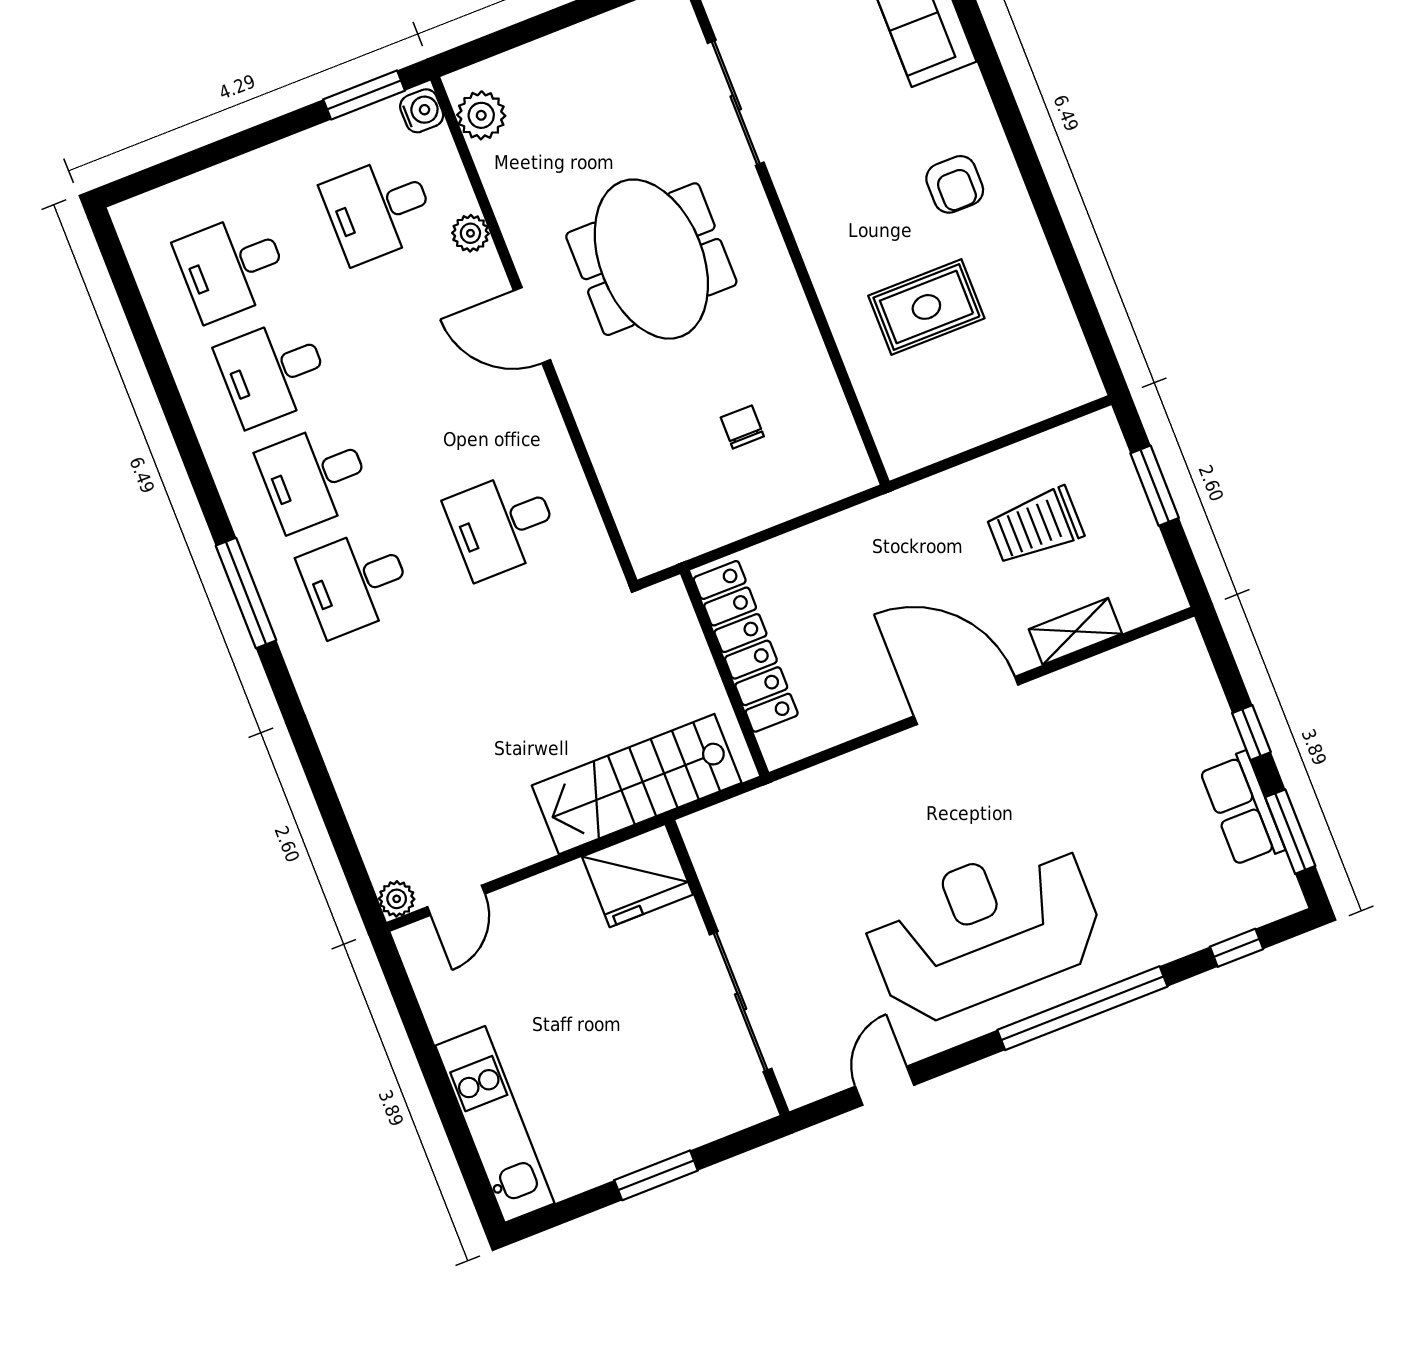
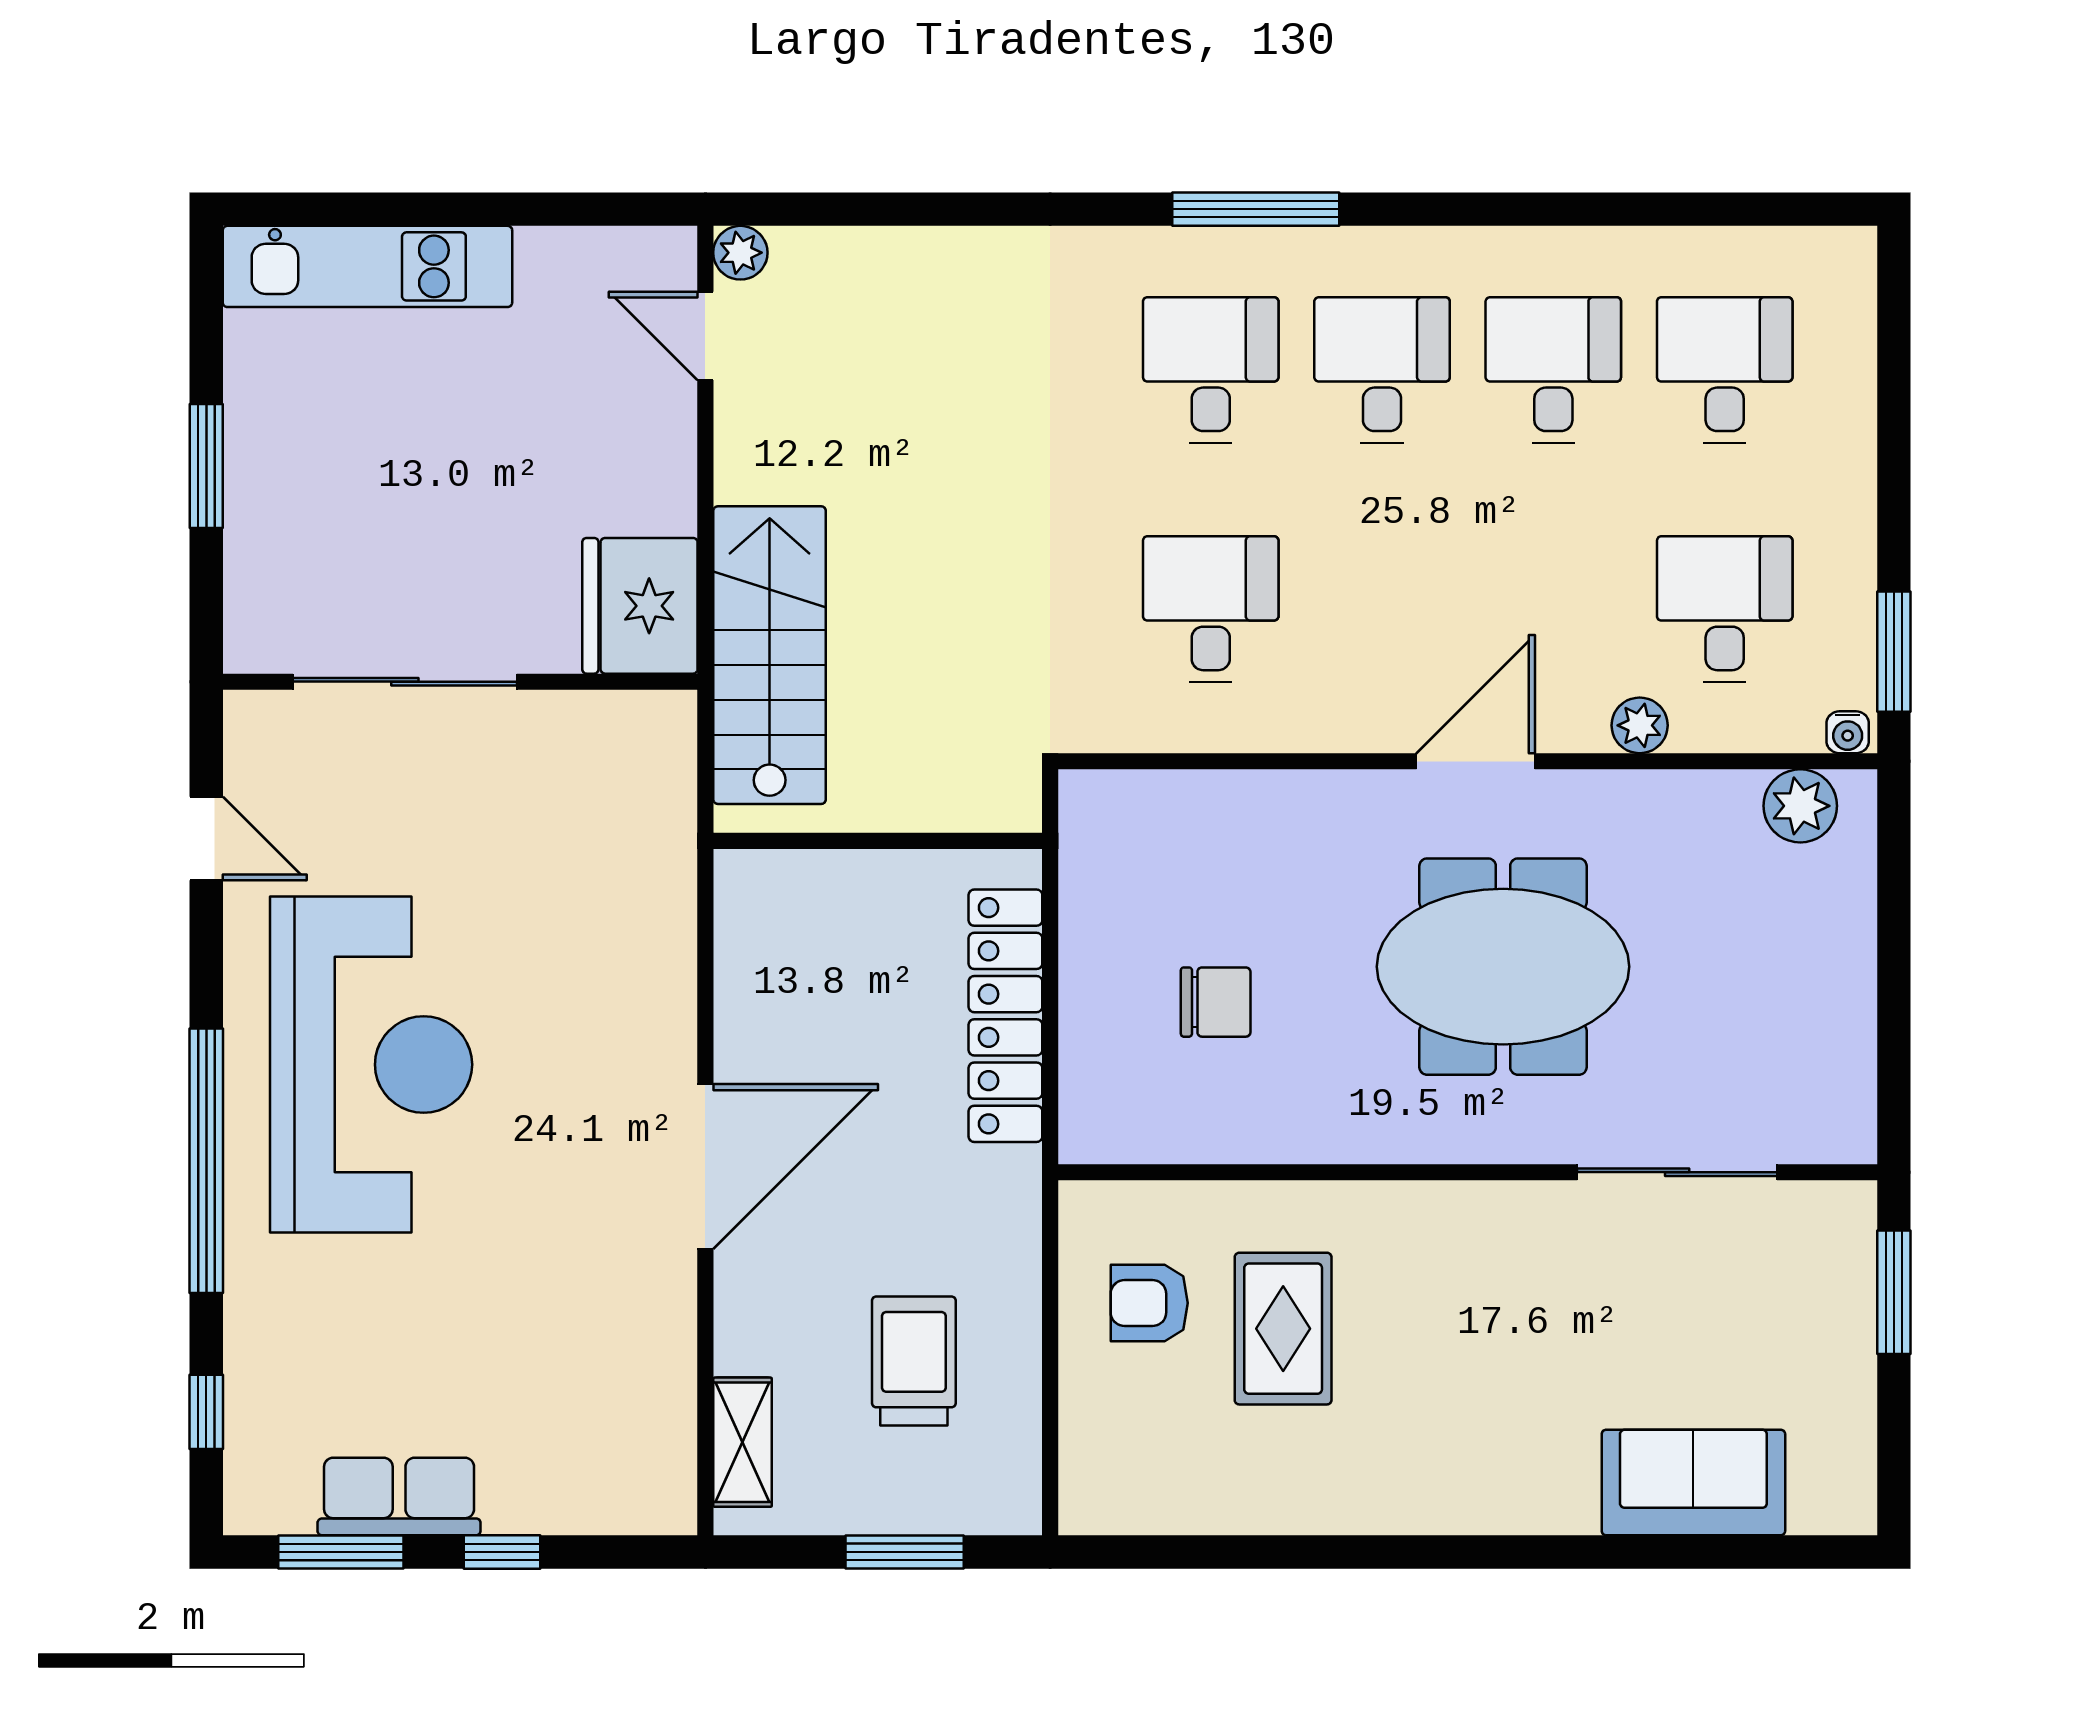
water cooler: (422, 111) -> (1848, 732), width x0.72, depth x0.72
armchair: (955, 184) -> (1149, 1303), moved
chair: (742, 427) -> (1216, 1002), width x1.37, depth x1.37
shelving: (1075, 631) -> (743, 1442), moved
locker: (746, 646) -> (1005, 1016), moved, turned 90

